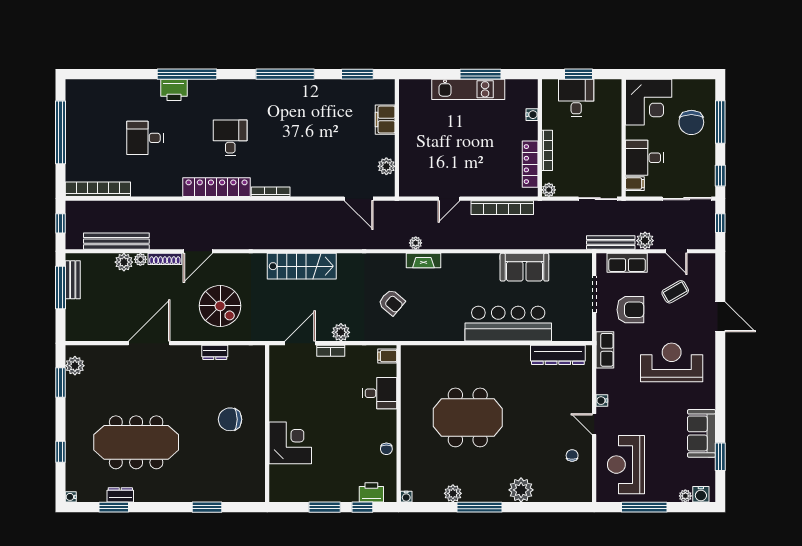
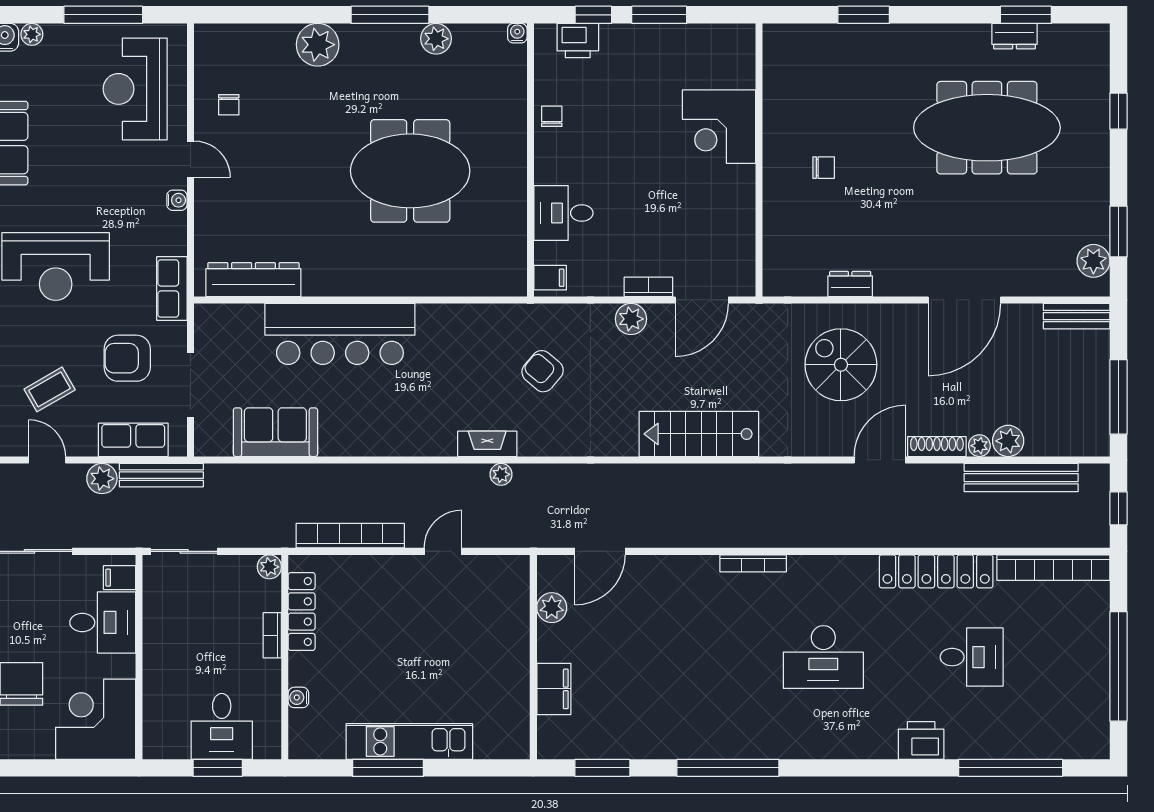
window: (187, 74) -> (1011, 768), moved
desk: (230, 138) -> (823, 657), width x1.37
bookcase: (547, 150) -> (272, 635), width x0.64
locker: (217, 187) -> (936, 571), moved
door: (359, 199) -> (600, 551), swing flipped
sofa: (524, 267) -> (275, 432), moved
bench: (73, 280) -> (1077, 316), moved, turned 90
chair: (230, 419) -> (824, 168), width x0.54, depth x0.54
reception desk: (626, 465) -> (135, 89), turned 180
water cooler: (71, 497) -> (1101, 33), removed

